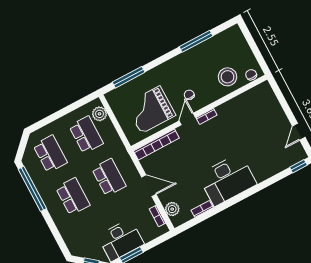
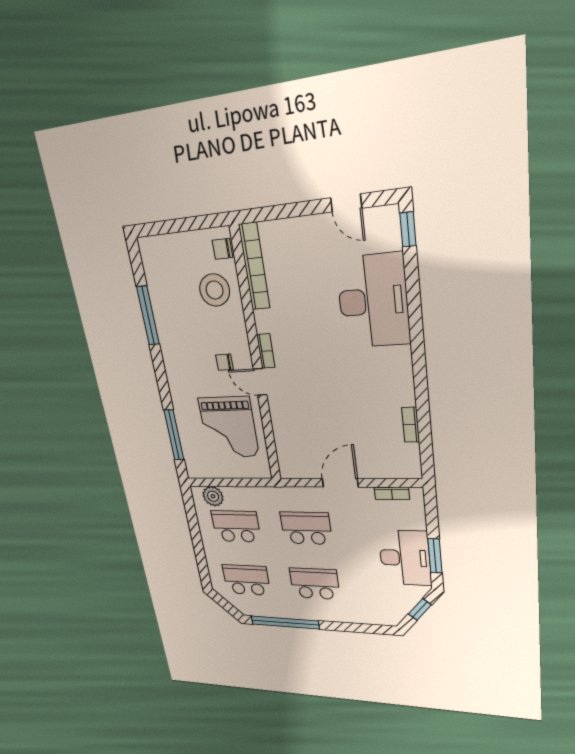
bookcase: (156, 144) -> (254, 267), moved
desk: (227, 180) -> (373, 301), moved
plant: (172, 209) -> (391, 468), removed

